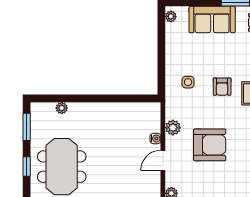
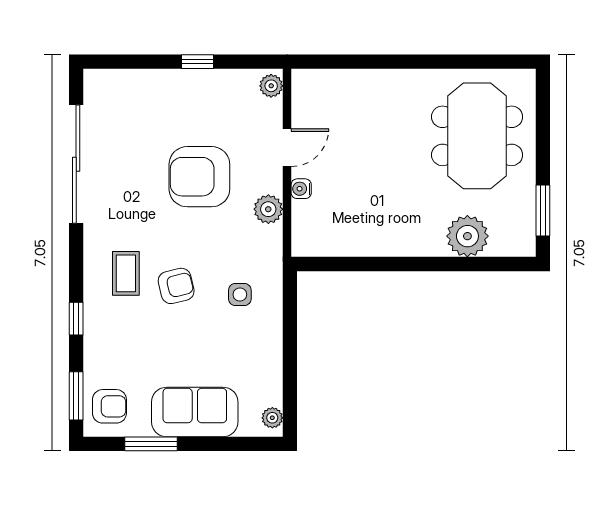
armchair: (222, 87) -> (176, 286), turned 76
plant: (62, 108) -> (467, 236), width x1.88, depth x1.88
window: (27, 167) -> (543, 136), removed

